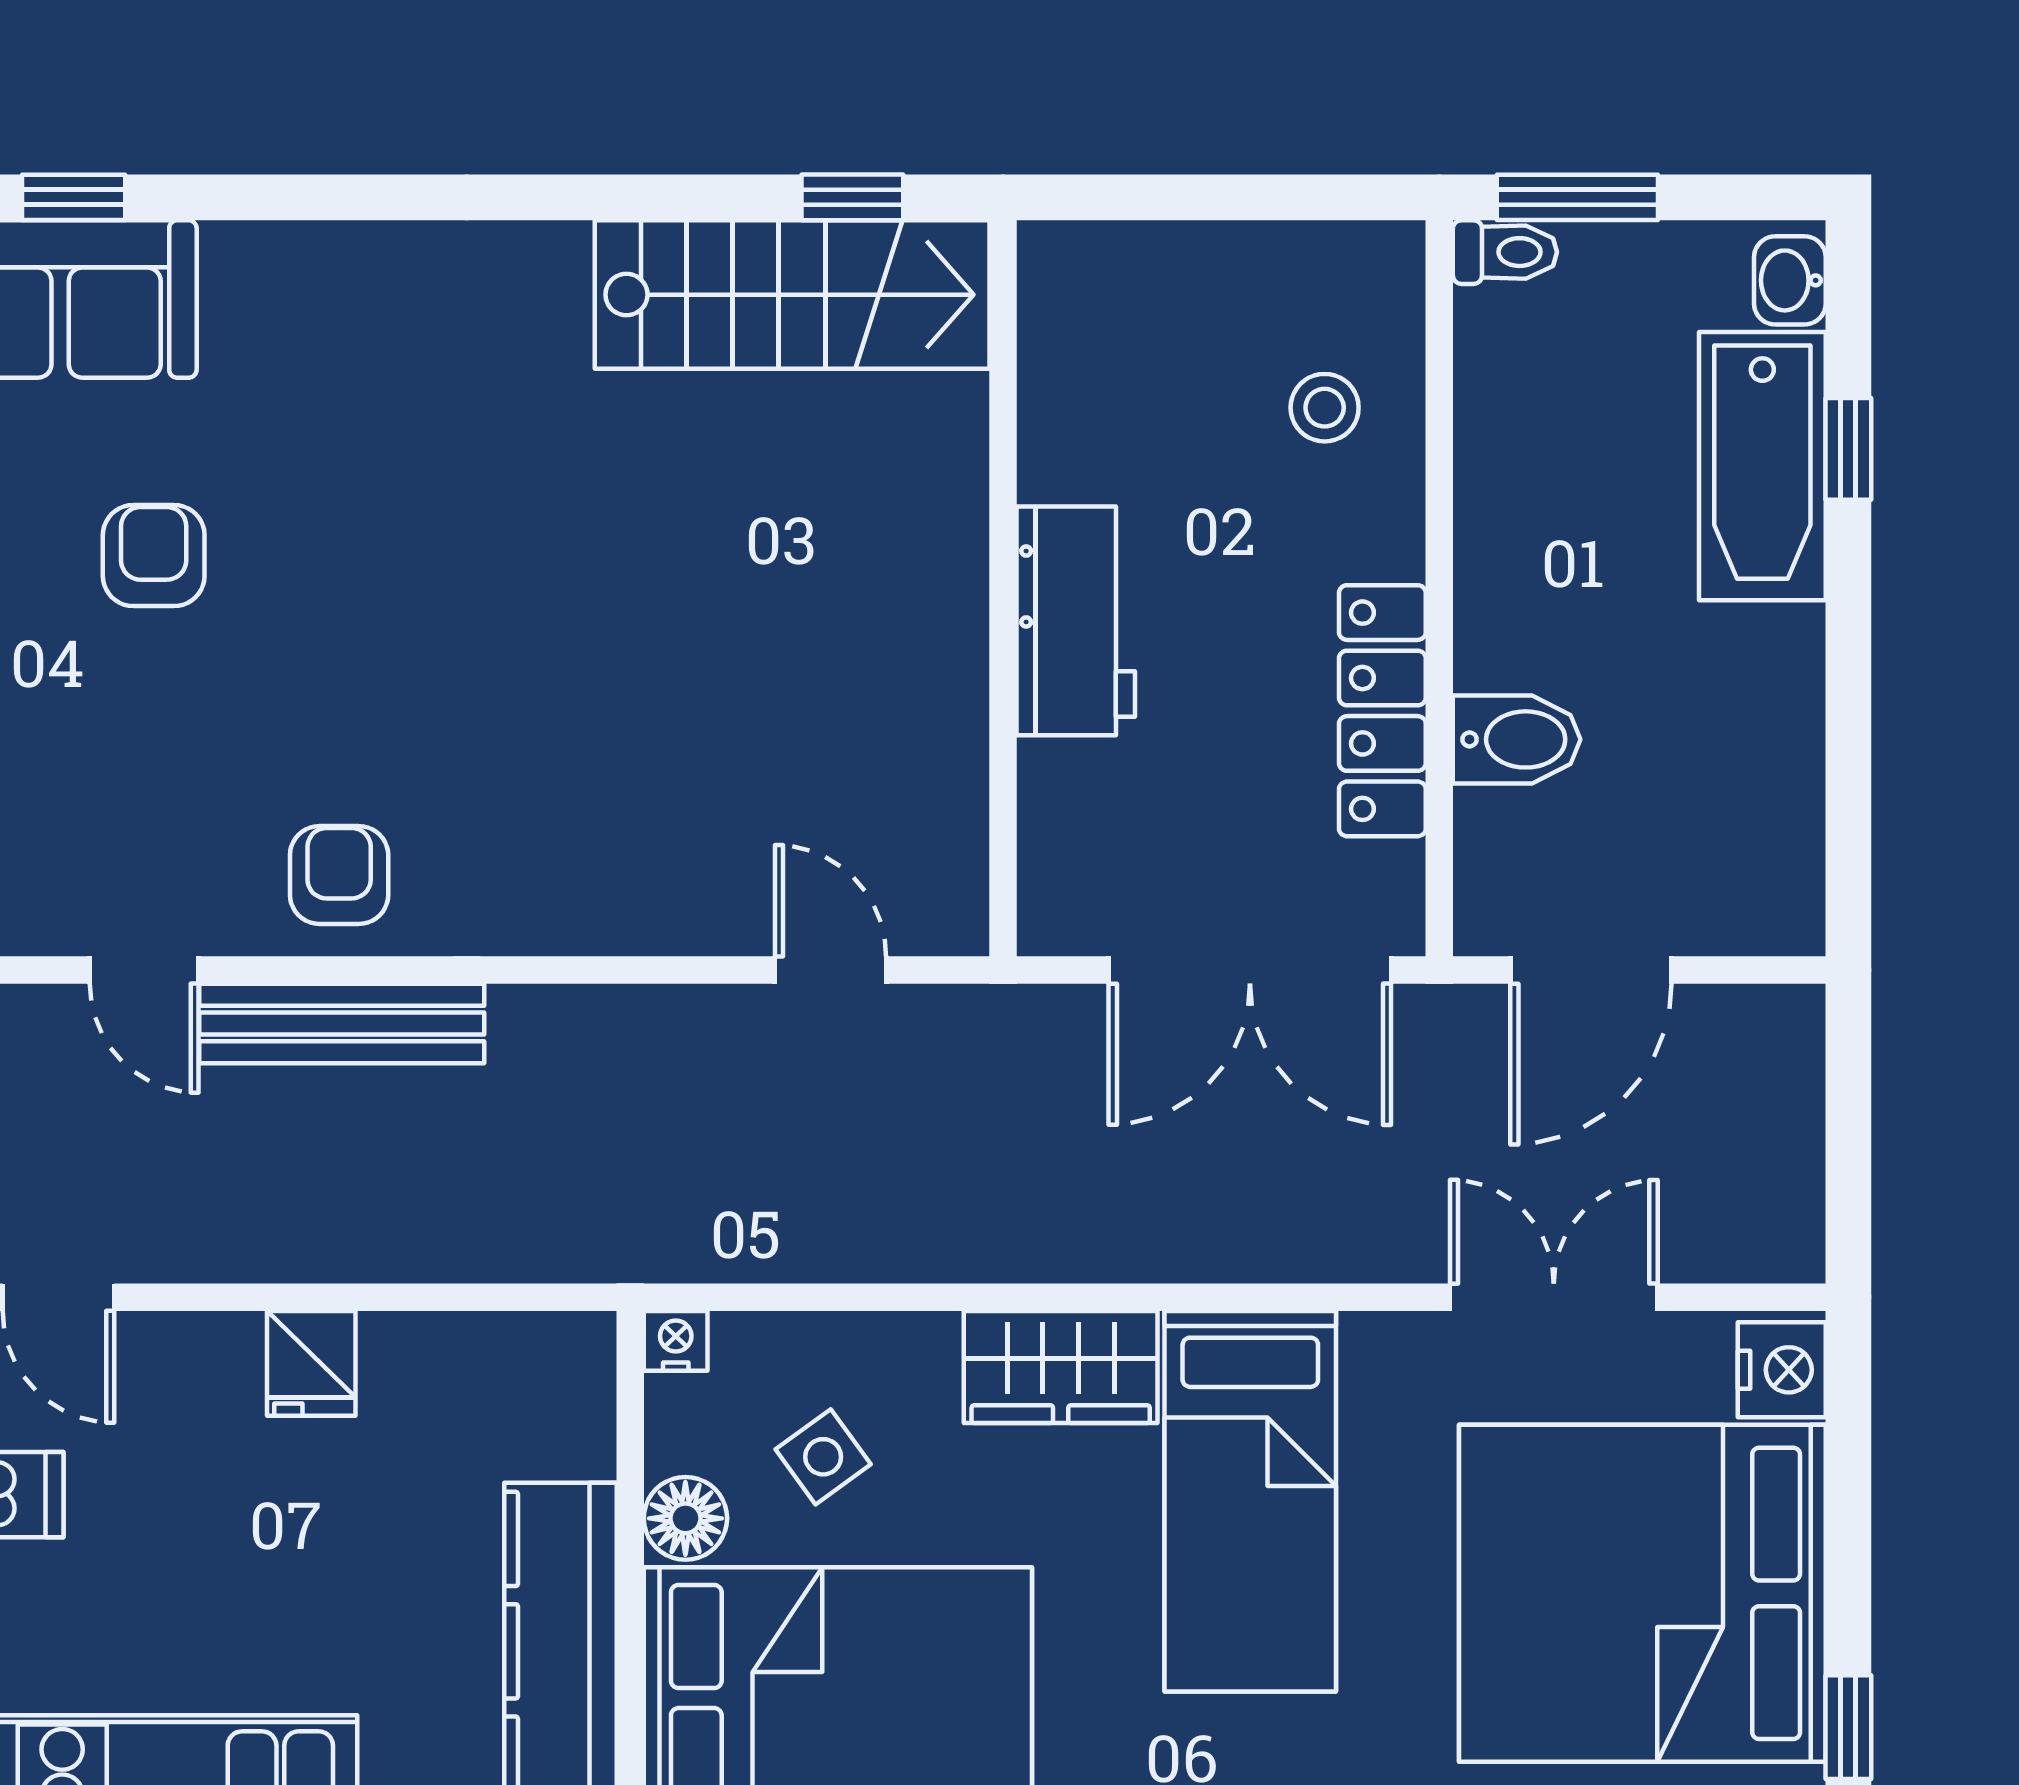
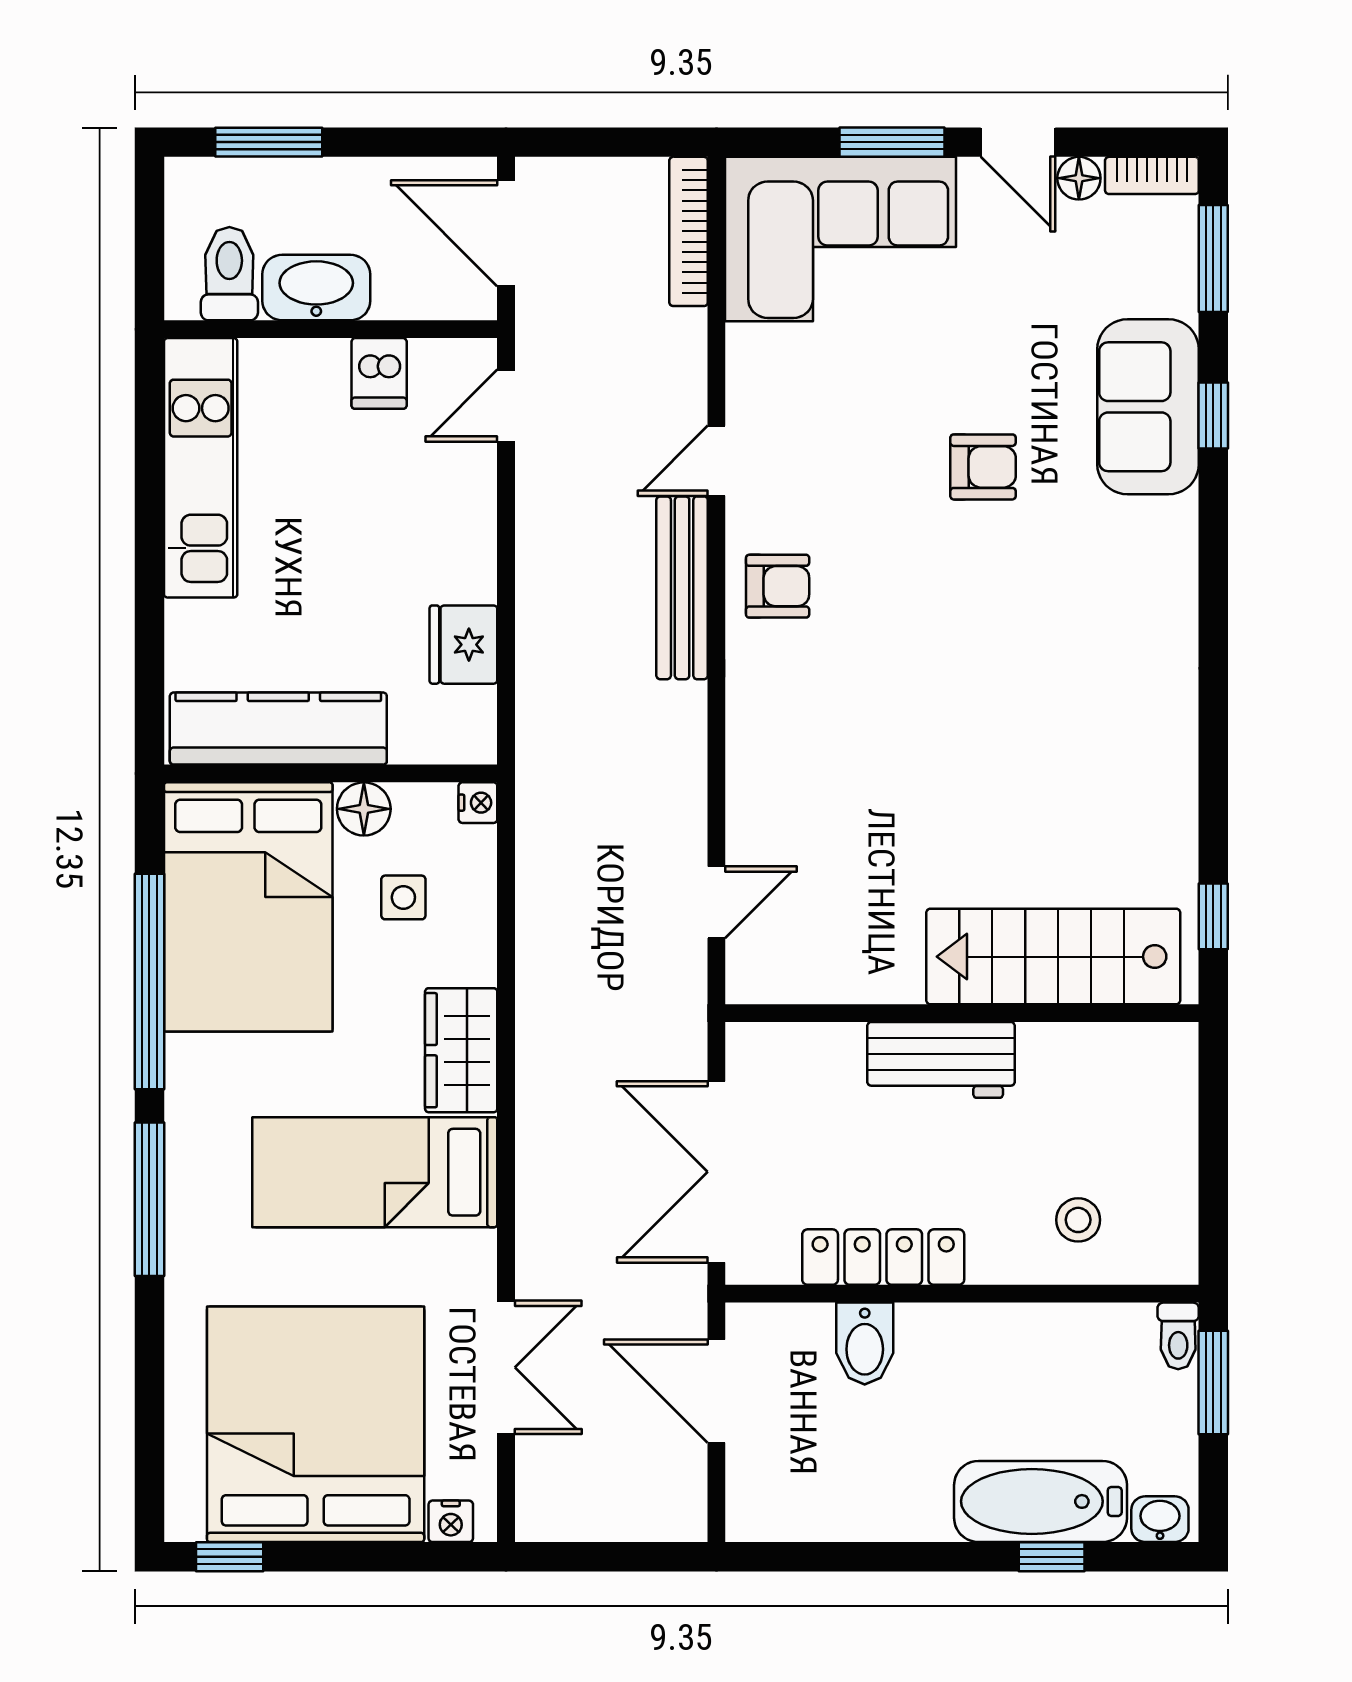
stairs: (792, 295) -> (1053, 957), moved, turned 90
fridge: (311, 1363) -> (463, 645), moved, width x1.38
nightstand: (1782, 1370) -> (451, 1521), width x0.72, depth x0.74
side table: (823, 1457) -> (403, 897), turned 36

